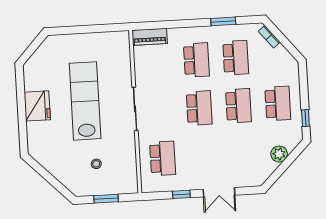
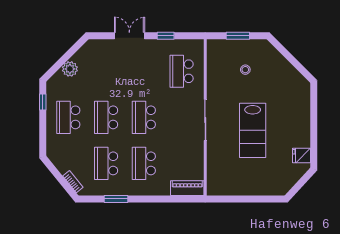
lab bench: (85, 101) -> (253, 130), width x0.73
fridge: (37, 106) -> (302, 156), moved, width x0.53, depth x0.75

